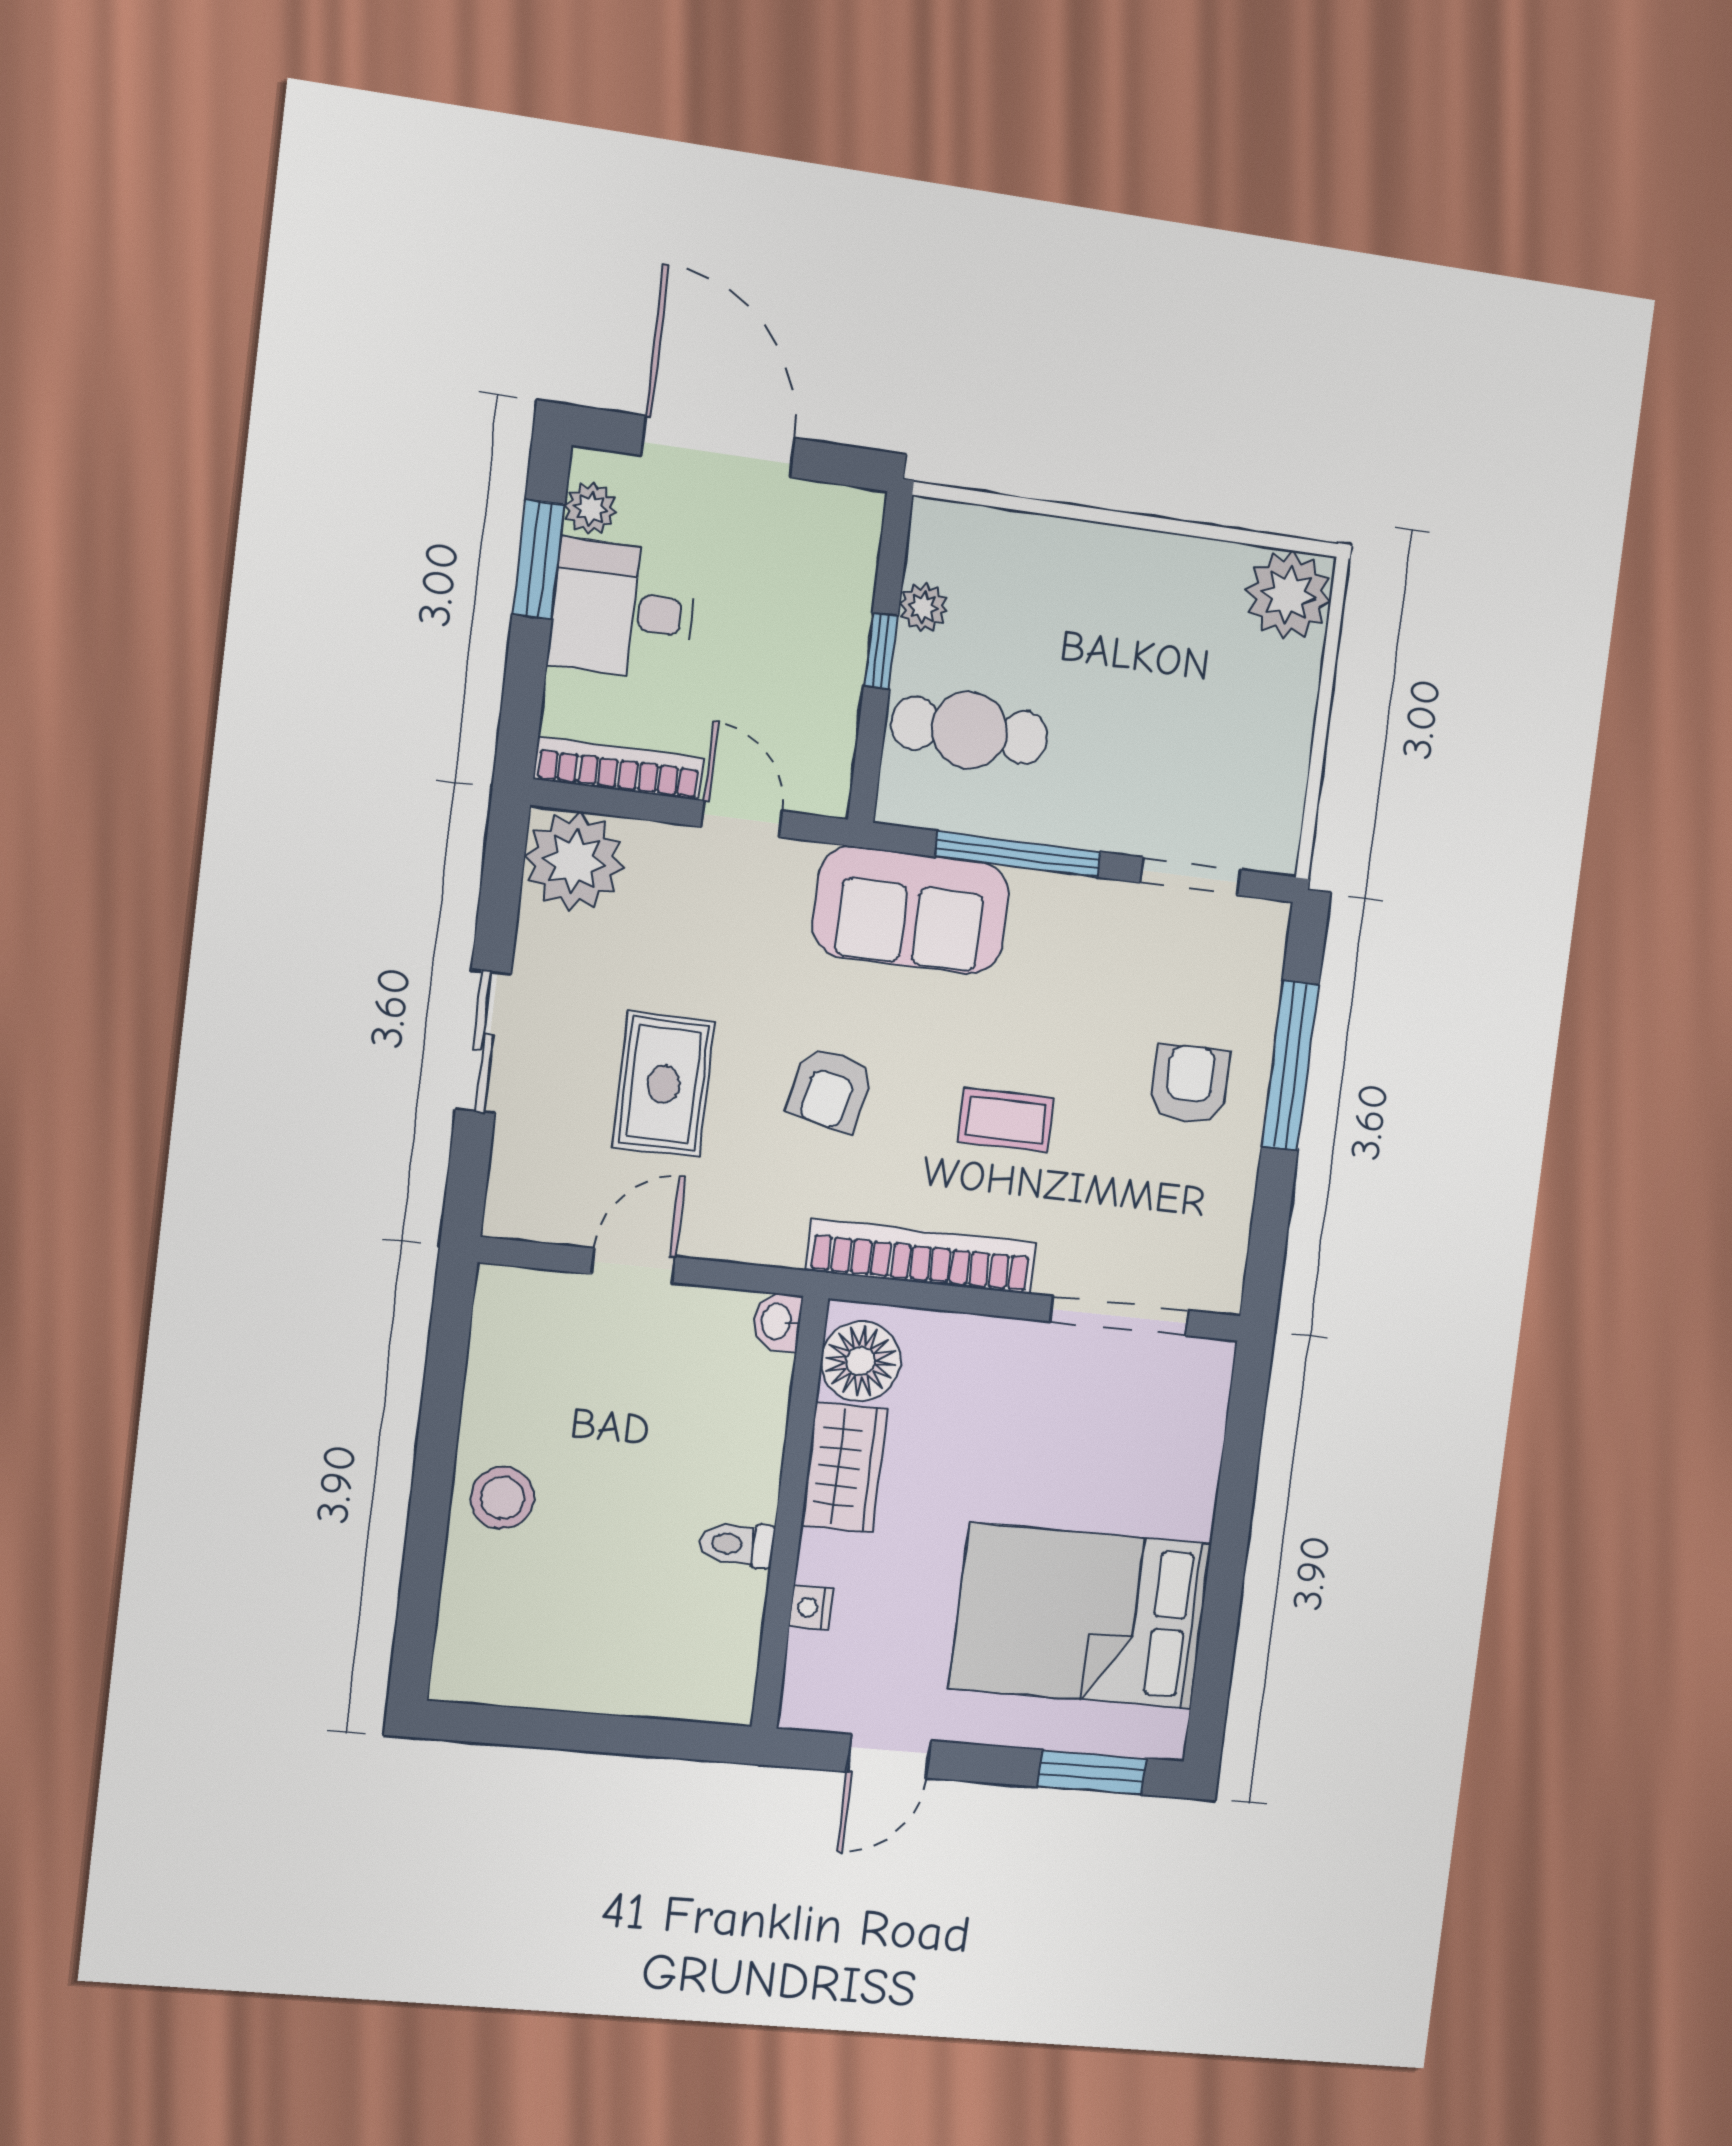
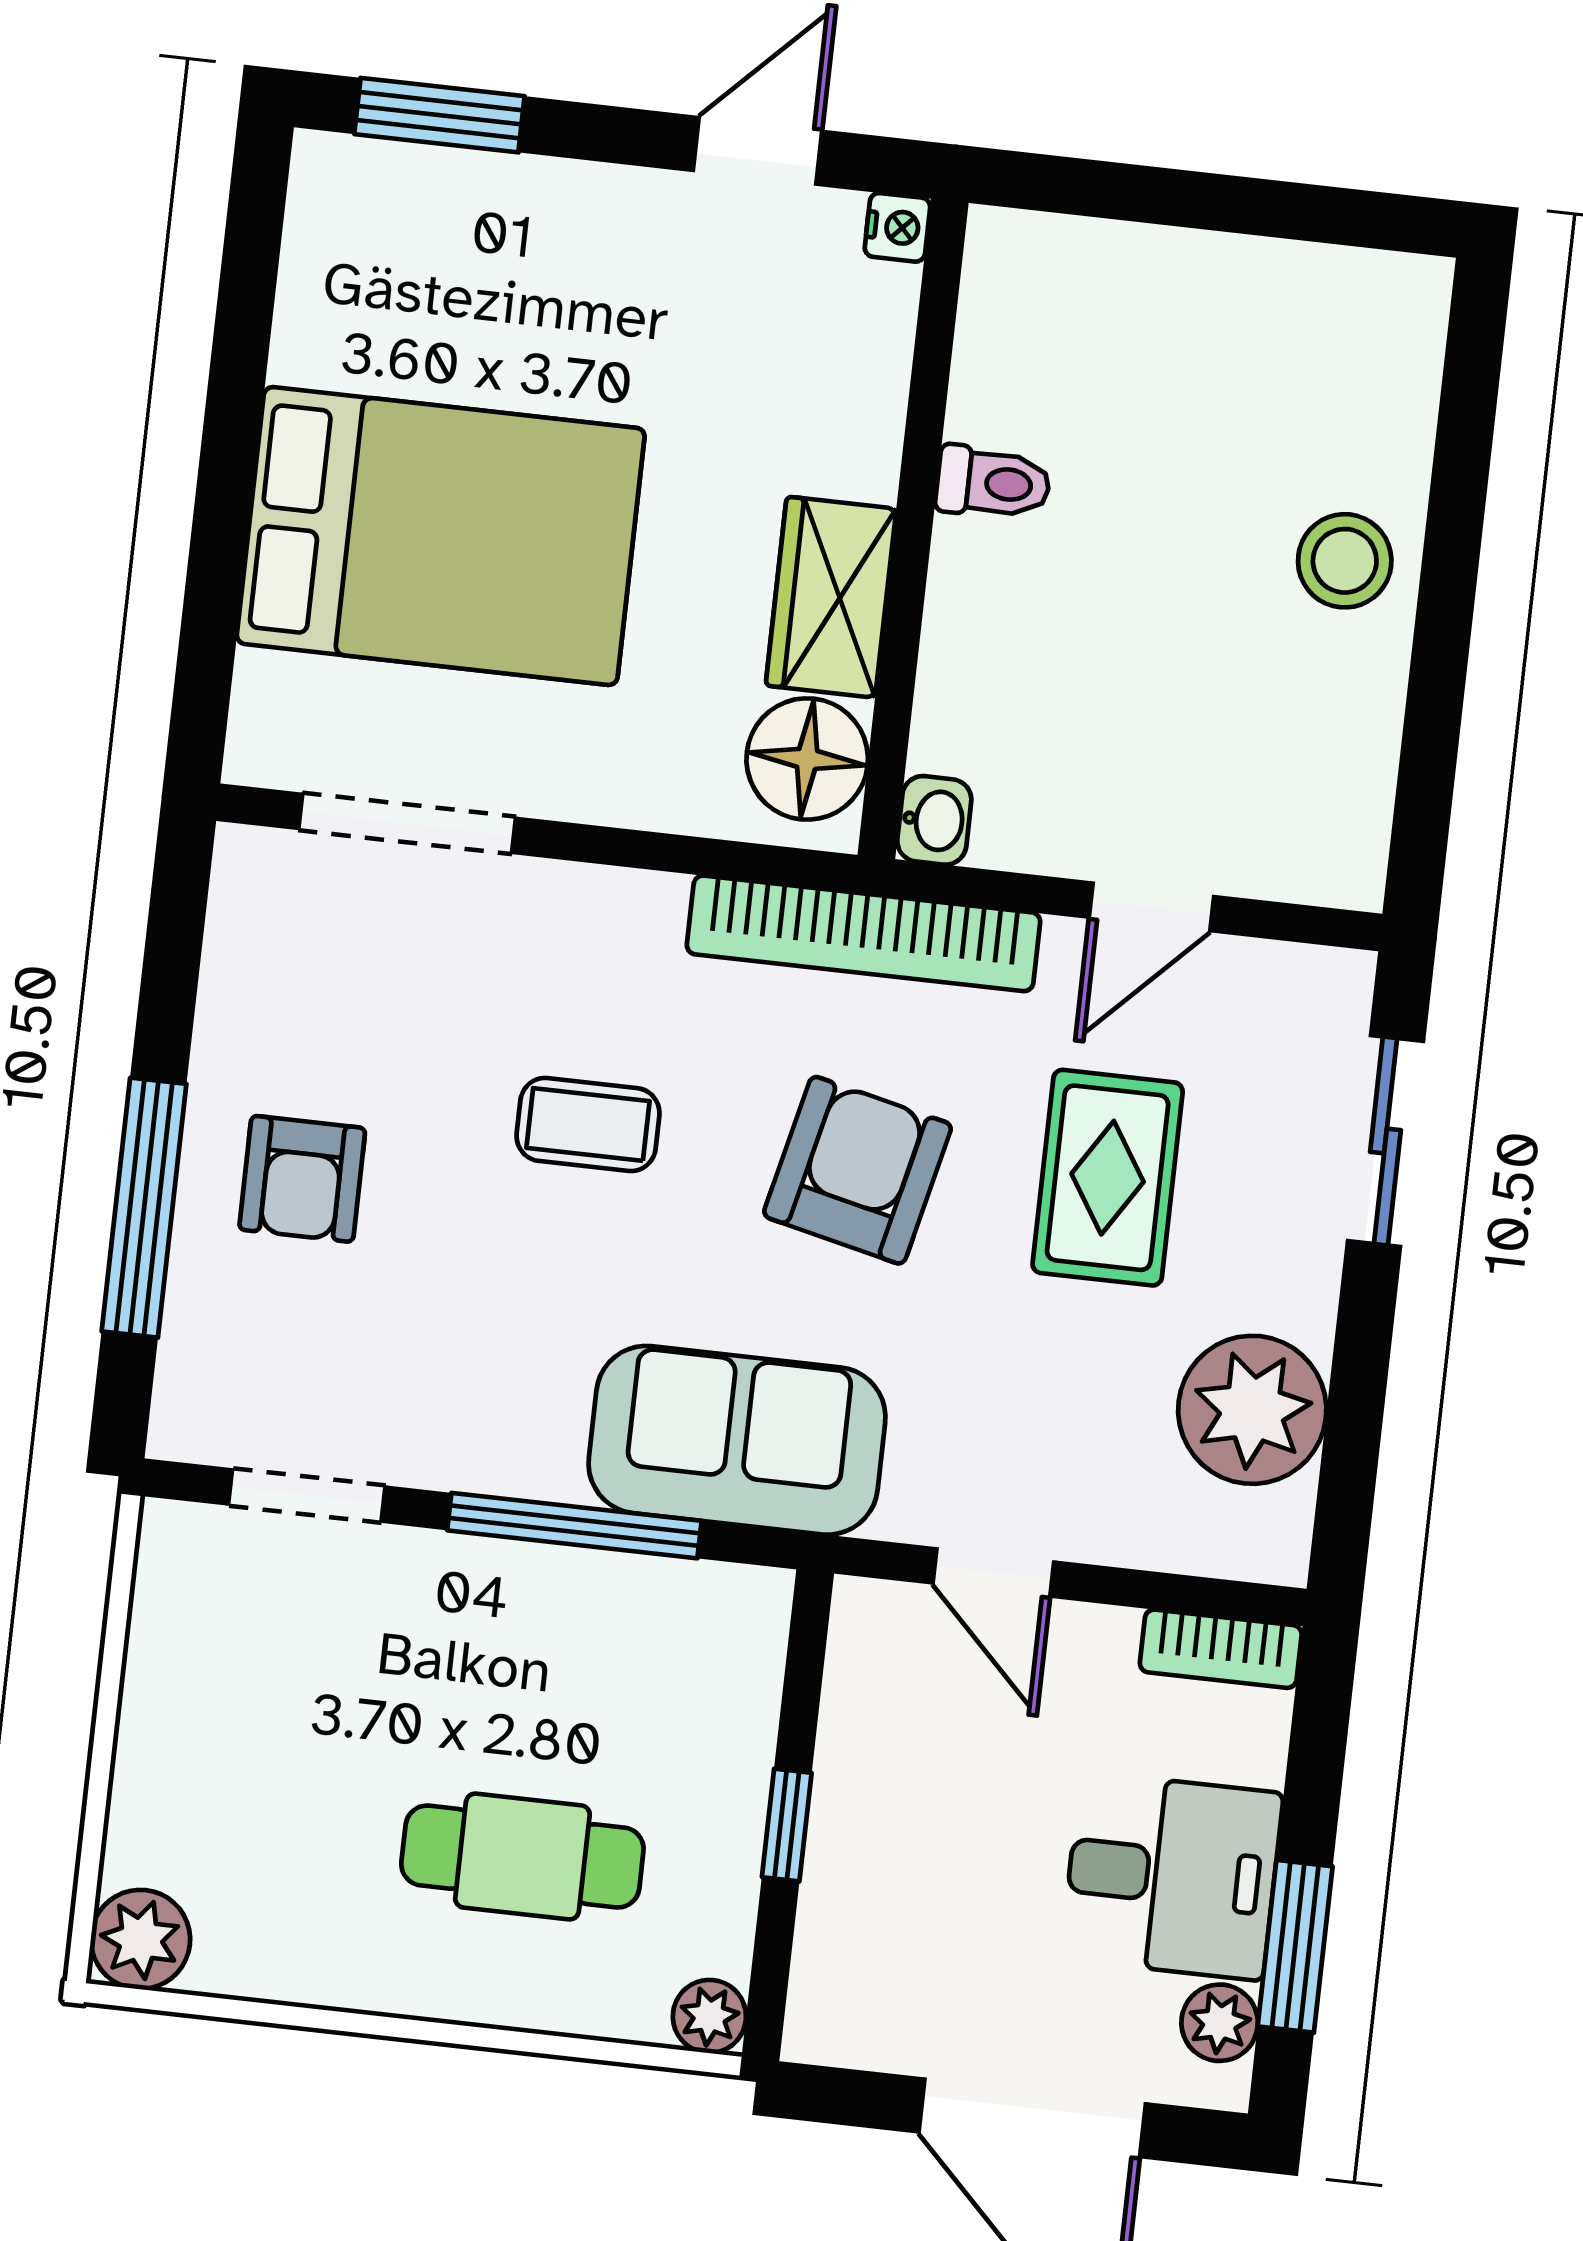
plant: (1288, 595) -> (140, 1939), width x0.73, depth x0.73
plant: (923, 607) -> (709, 2016), moved
cafe table: (969, 730) -> (522, 1857), moved
bookcase: (619, 769) -> (1221, 1649), width x0.64
plant: (574, 861) -> (1252, 1410), moved
sliding door: (483, 1042) -> (1385, 1141), moved
armchair: (830, 1089) -> (858, 1170), width x1.38, depth x1.38
bookcase: (921, 1257) -> (864, 933), moved
nightstand: (811, 1607) -> (897, 227), moved
bed: (1081, 1616) -> (441, 536), moved

